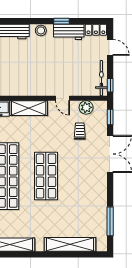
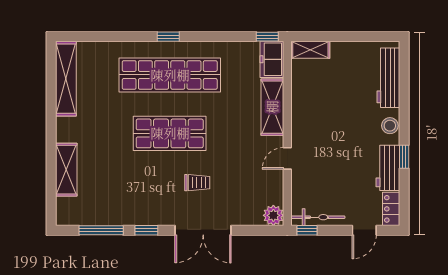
plant: (86, 107) -> (273, 215), moved
window: (110, 117) -> (146, 230), moved
trolley: (80, 131) -> (197, 183), moved
shelving: (70, 244) -> (66, 170), width x0.68

